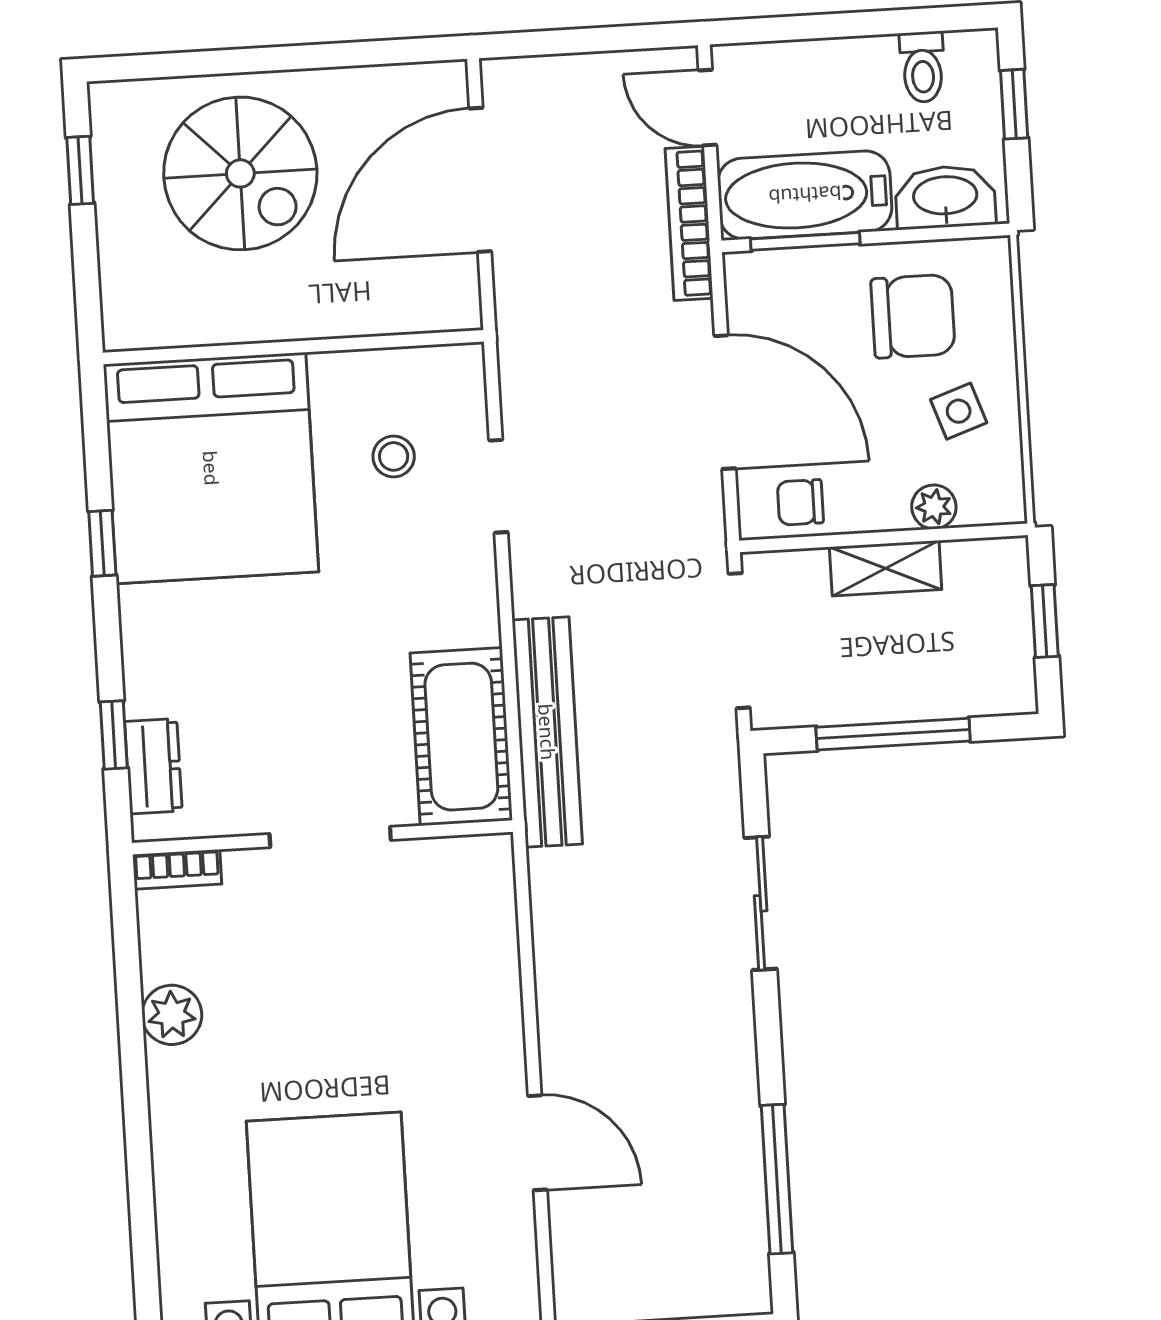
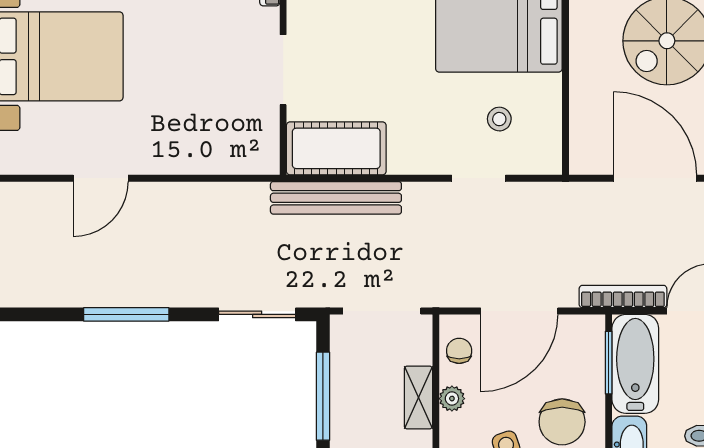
plant: (934, 507) -> (452, 399), moved
sliding door: (761, 903) -> (257, 314), moved
window: (777, 1179) -> (126, 314), moved

